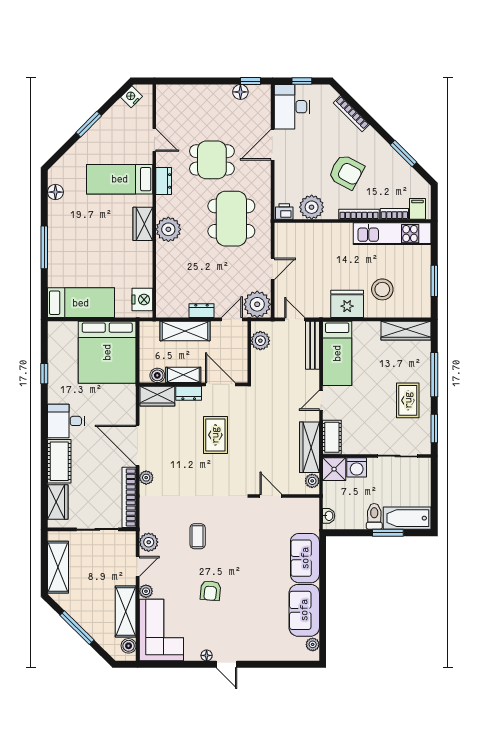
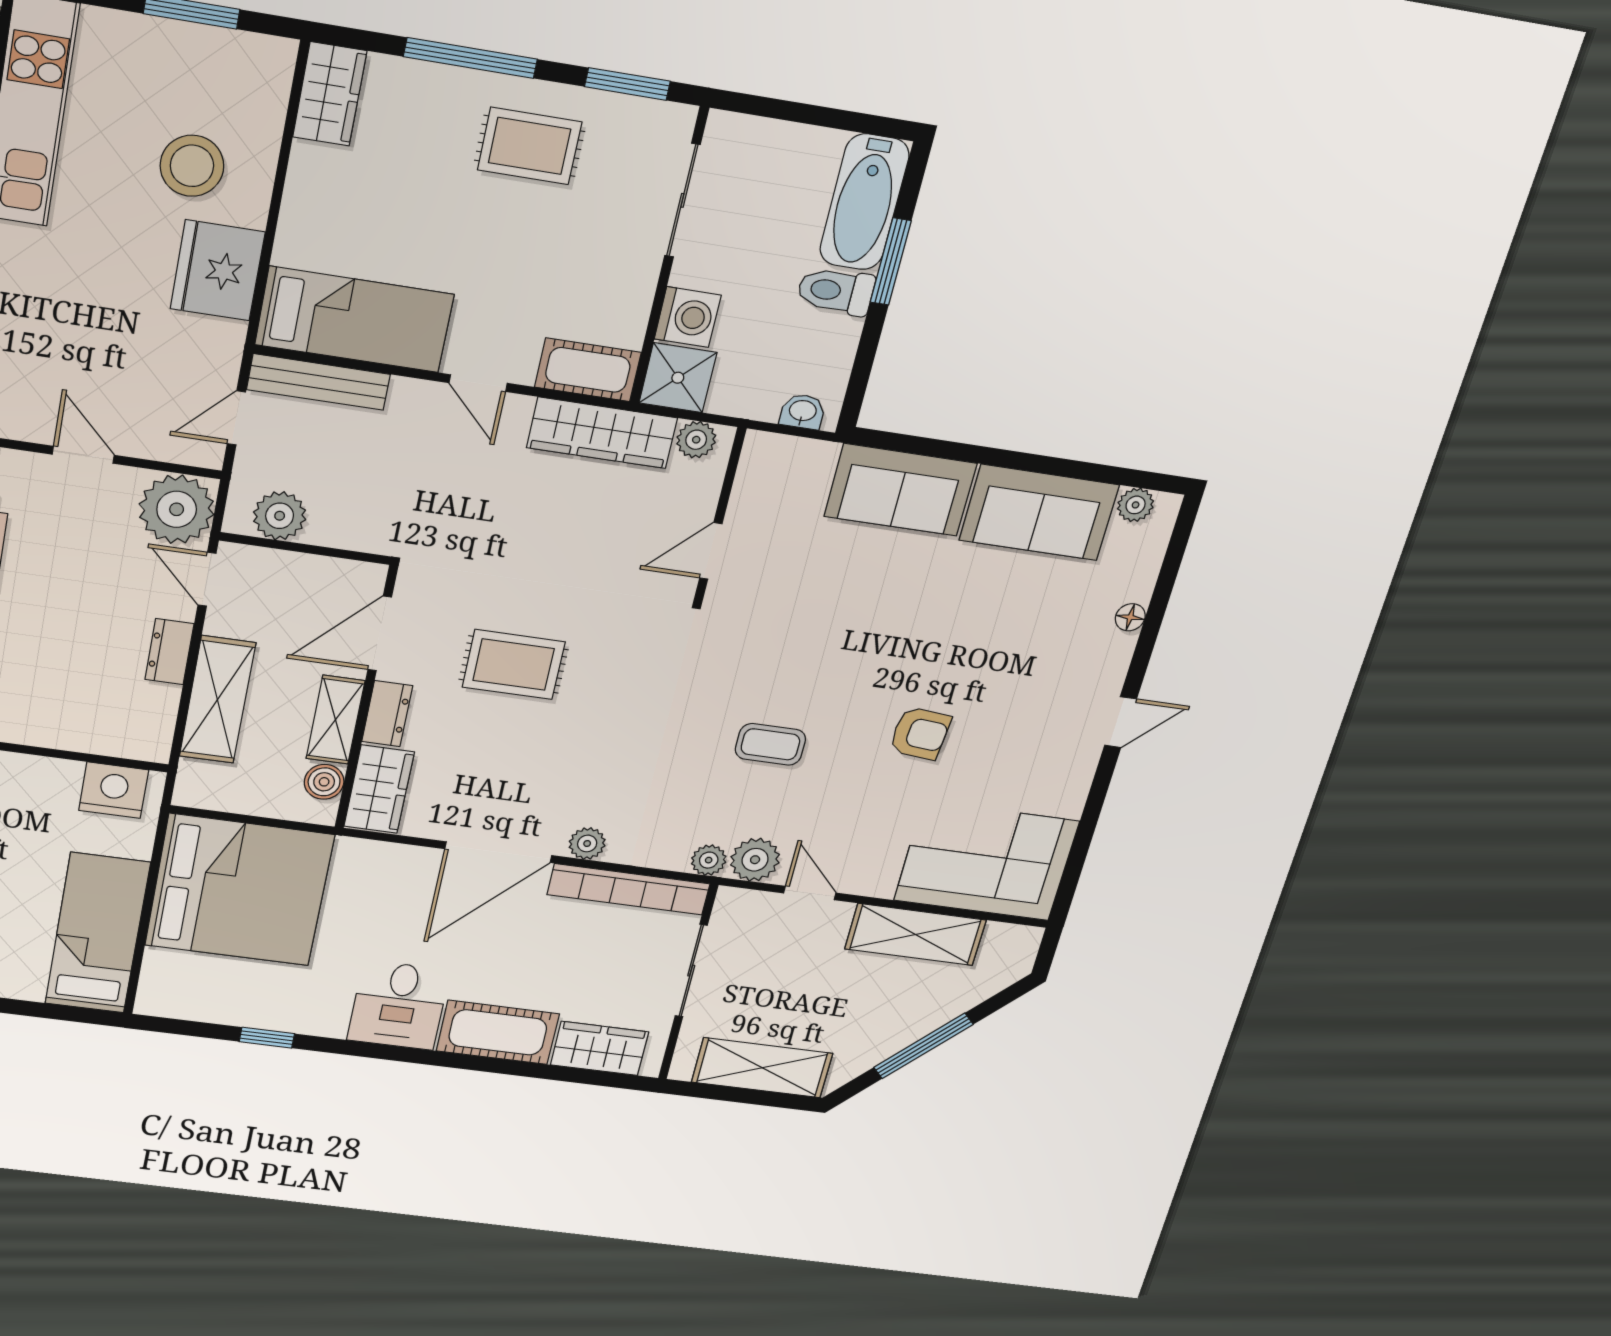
wardrobe: (406, 331) -> (330, 94), width x0.67
plant: (146, 591) -> (709, 860), moved
boiler: (129, 646) -> (1003, 939), removed
floor lamp: (207, 655) -> (1130, 617), moved

